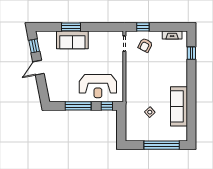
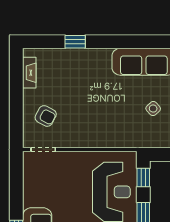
window: (143, 27) -> (16, 120), removed
window: (191, 53) -> (75, 42), moved

